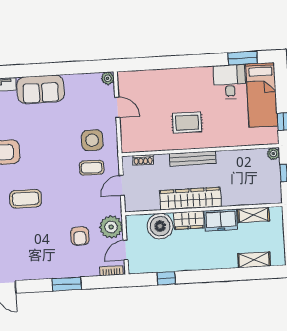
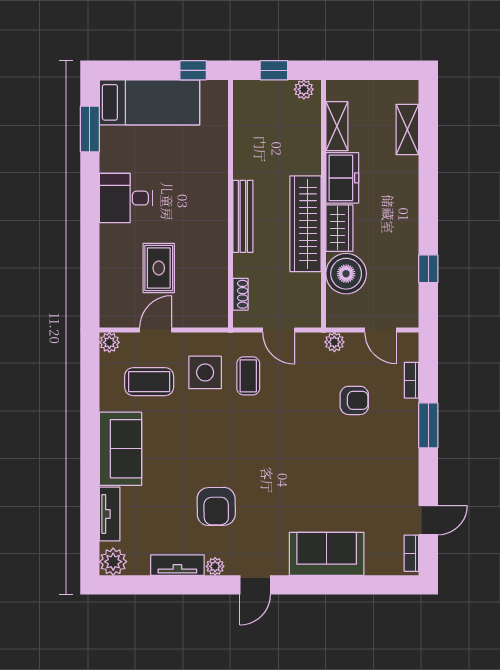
desk: (230, 82) -> (126, 198), moved
rug: (187, 123) -> (159, 268), moved
plant: (273, 154) -> (304, 89), moved
coffee table: (26, 199) -> (149, 382), moved, turned 90
plant: (111, 227) -> (334, 342), width x0.53, depth x0.53
bookcase: (112, 271) -> (412, 380), moved

